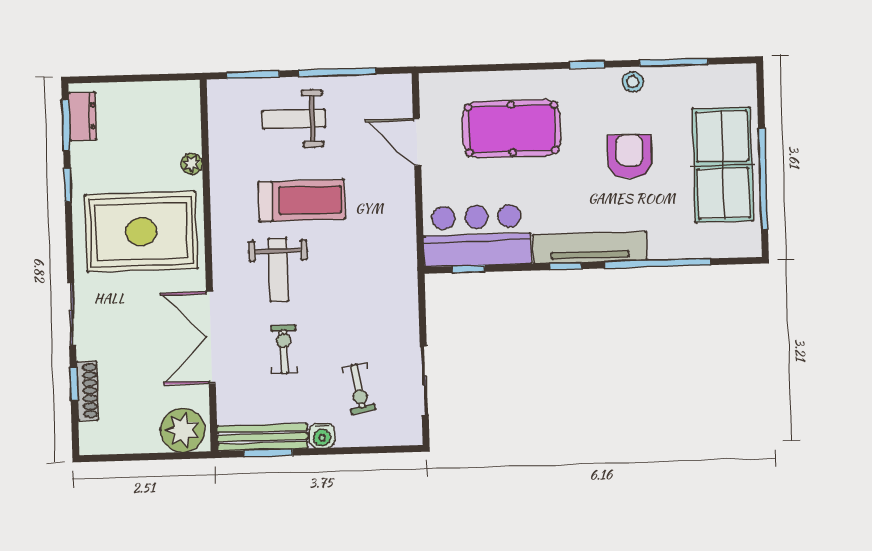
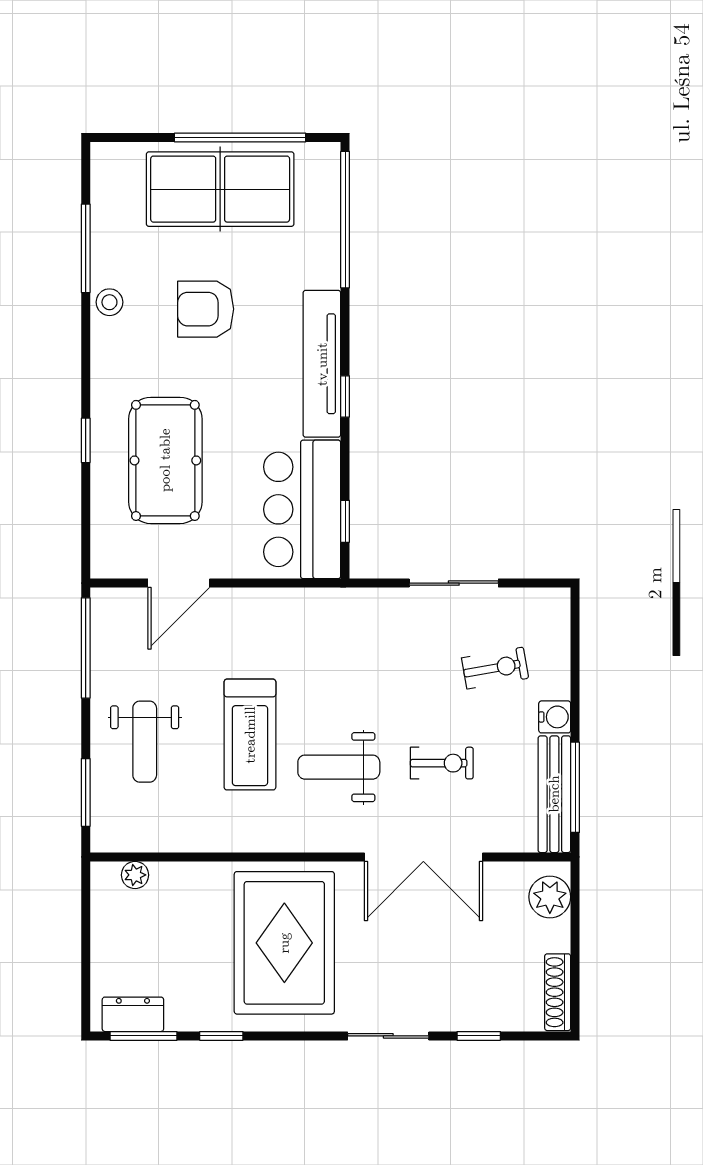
window: (587, 65) -> (86, 440), moved
window: (337, 72) -> (86, 648), moved
plant: (192, 164) -> (135, 875), moved
treadmill: (302, 200) -> (250, 735), turned 180
window: (657, 263) -> (345, 220), moved
weight bench: (278, 270) -> (339, 767), turned 180
exercise bike: (284, 349) -> (442, 763), turned 180
sliding door: (424, 381) -> (454, 583), moved
shoe rack: (87, 391) -> (558, 992), moved, turned -90
plant: (183, 430) -> (550, 897), width x0.73, depth x0.73
window: (268, 453) -> (575, 787), width x1.44

